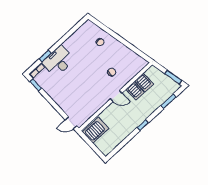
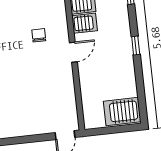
server rack: (96, 130) -> (122, 111), moved, turned -90

